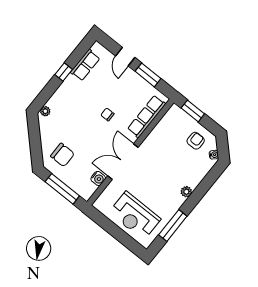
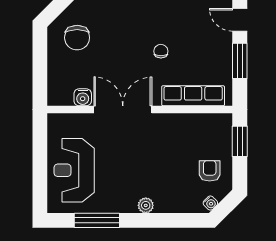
door: (125, 57) -> (240, 20), hinge flipped
armchair: (196, 141) -> (210, 171), turned -90
window: (62, 189) -> (40, 67), removed

